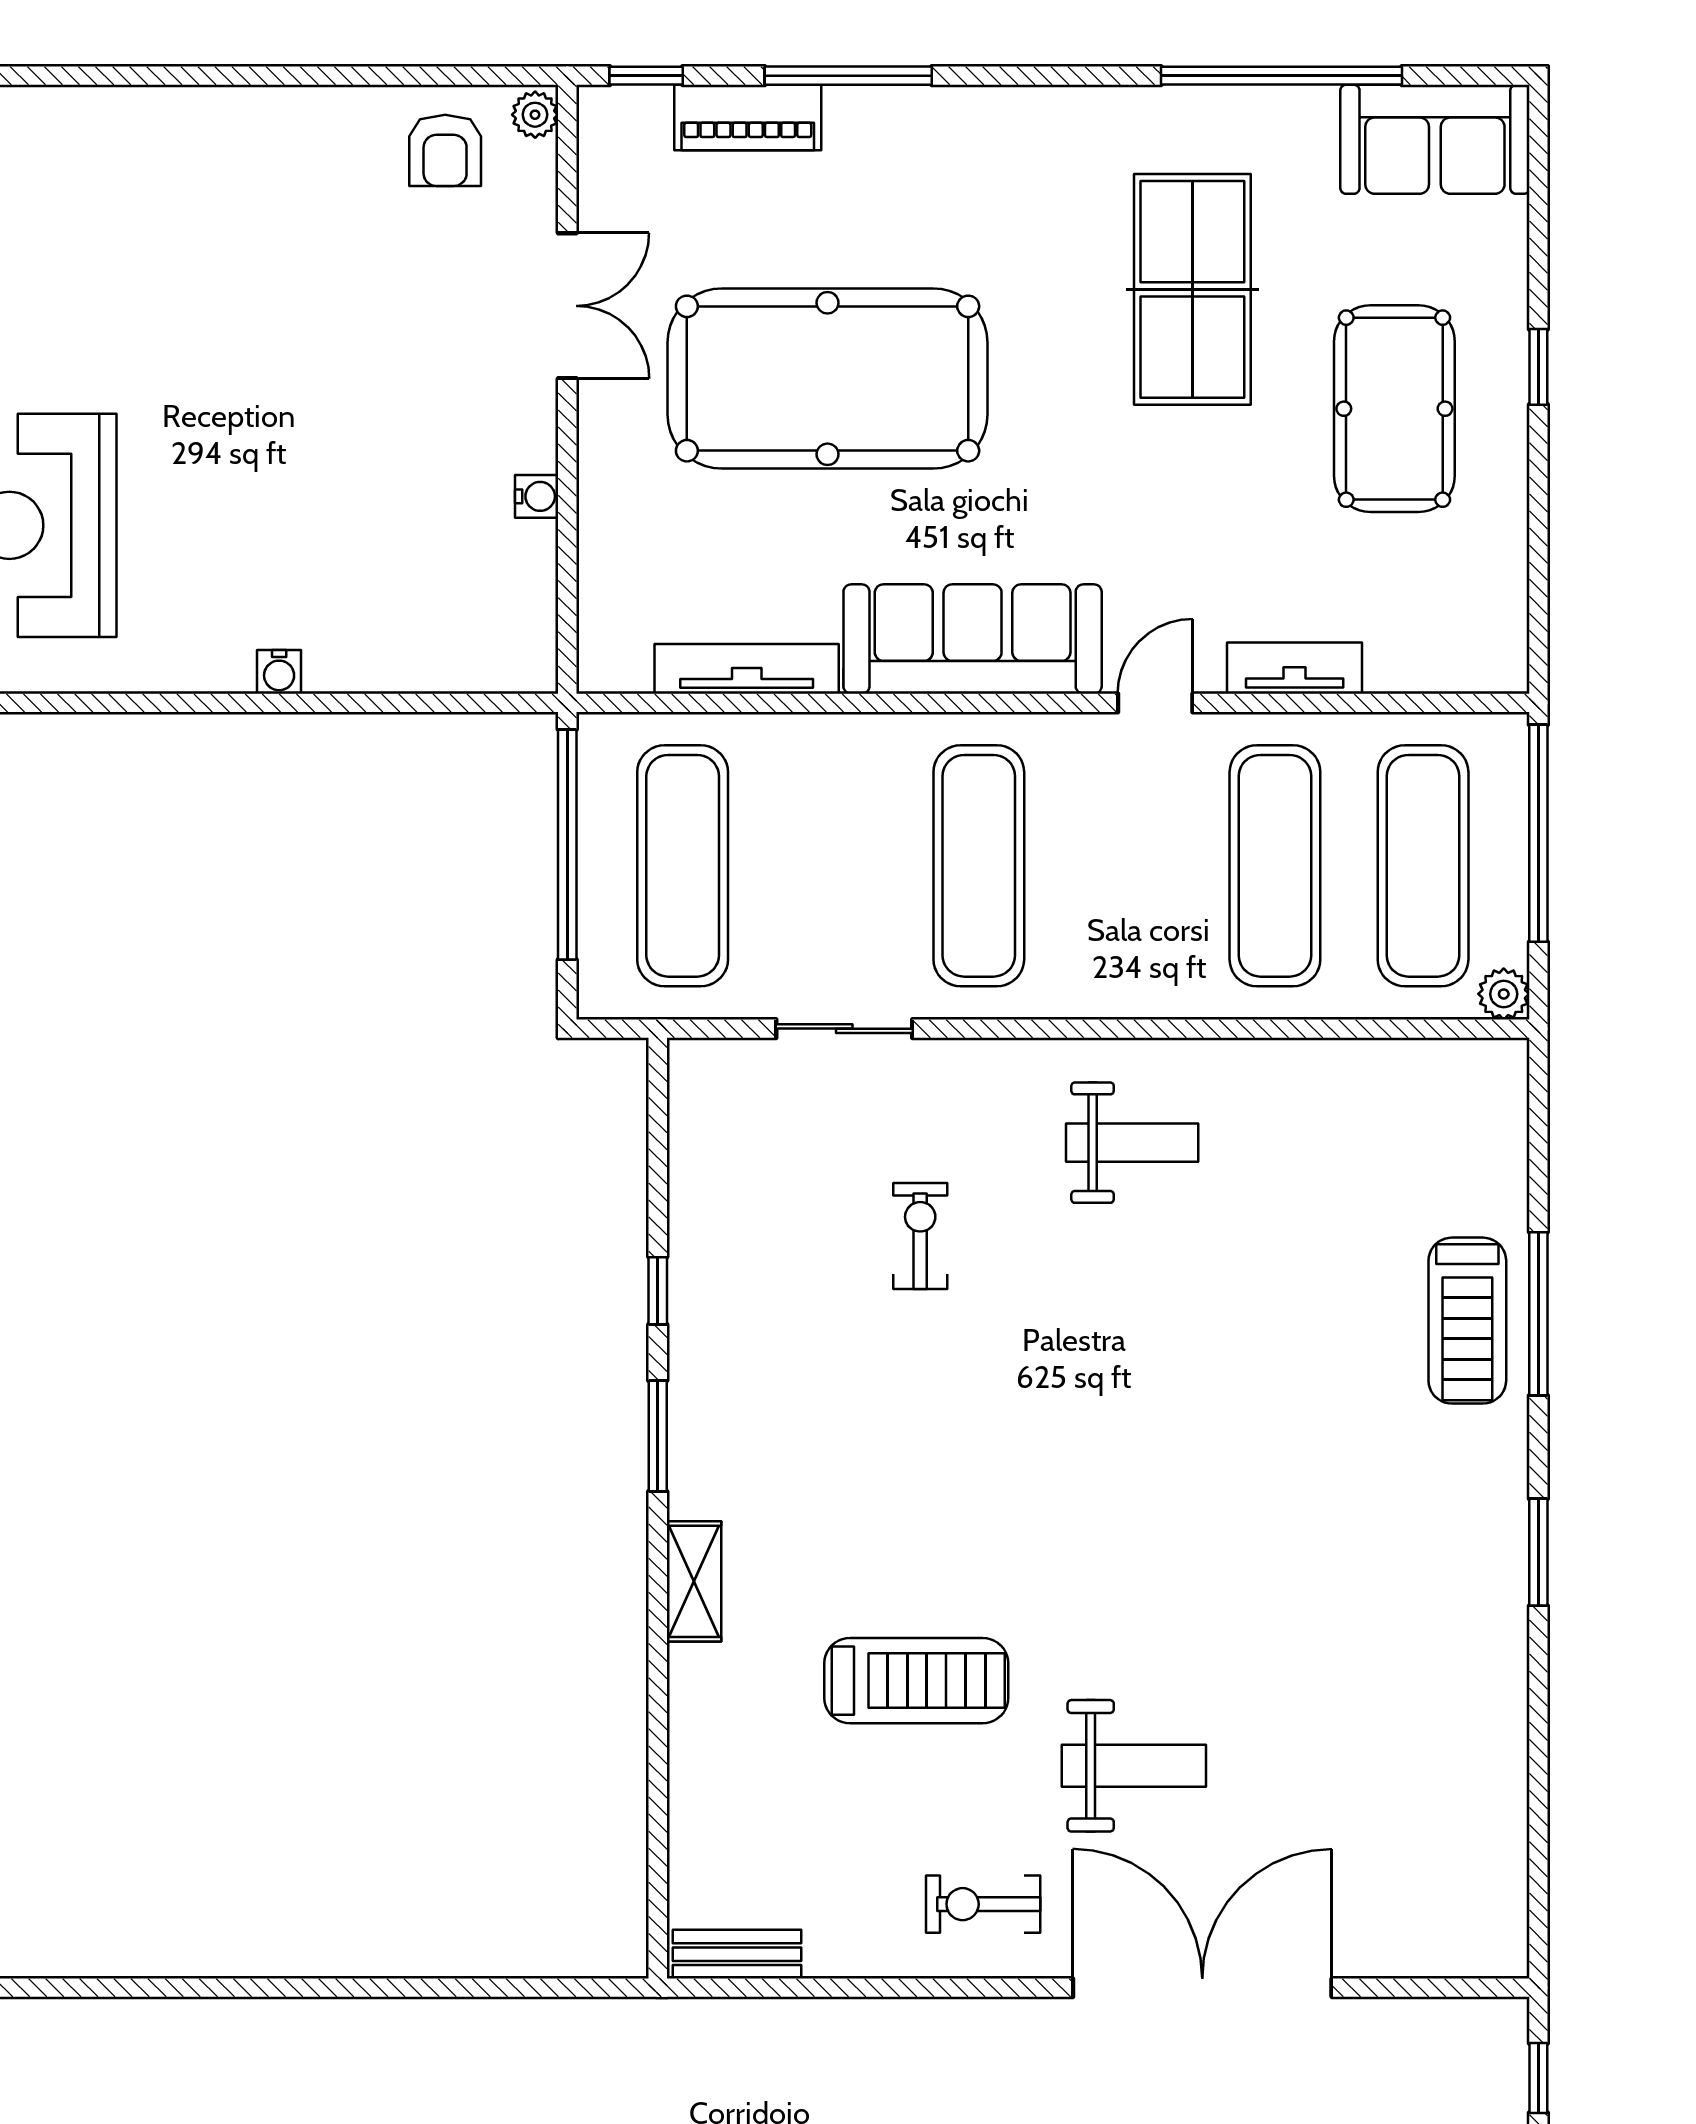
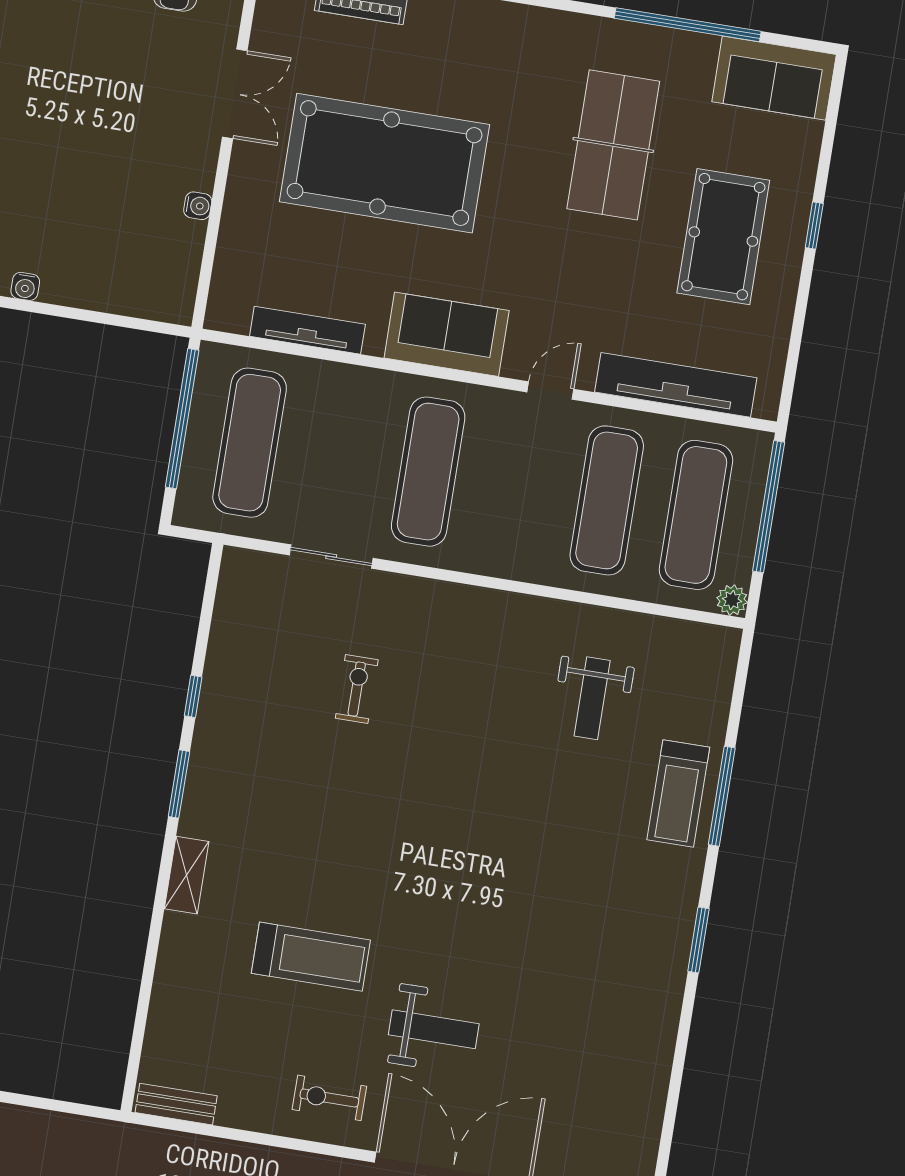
sofa: (973, 639) -> (447, 334), width x0.73
tv unit: (1295, 668) -> (676, 385), width x1.92, depth x1.29
weight bench: (1132, 1143) -> (592, 698), moved, turned 90

